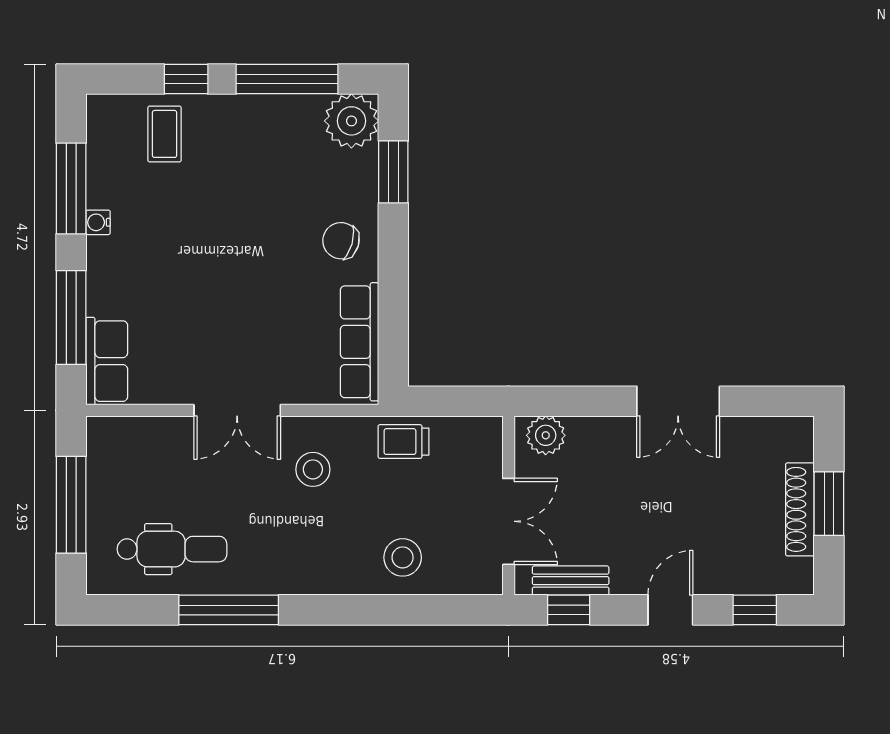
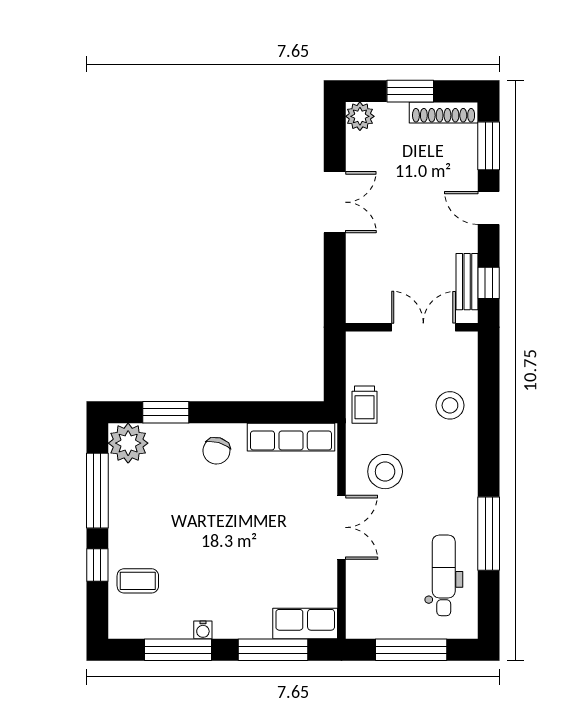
plant: (546, 435) -> (360, 116), moved
stool: (313, 469) -> (385, 472), width x1.38, depth x1.38
shoe rack: (800, 509) -> (444, 113), moved
window: (755, 610) -> (489, 146), width x1.50

